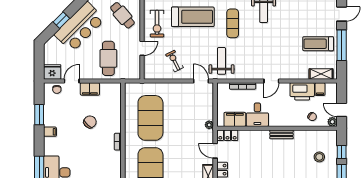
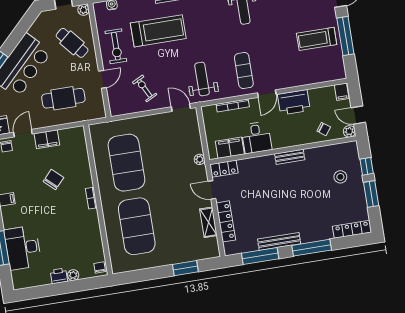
exercise mat: (233, 23) -> (244, 71), moved
cafe table: (108, 58) -> (63, 98), turned 90
shelving: (321, 74) -> (326, 75), removed
filing cabinet: (320, 89) -> (342, 92), moved
printer: (302, 91) -> (294, 102), moved

